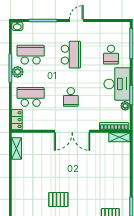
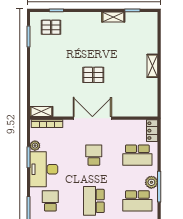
shelving: (17, 148) -> (152, 66), moved
pallet: (58, 200) -> (93, 75), moved

